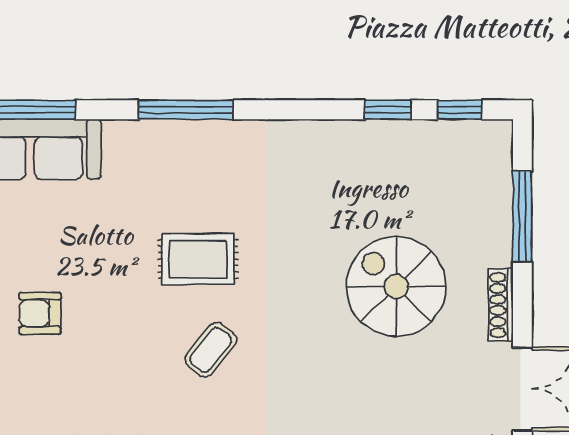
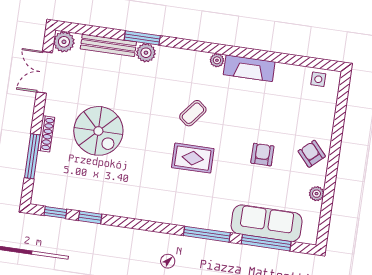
window: (186, 110) -> (207, 234), moved
shoe rack: (501, 305) -> (46, 134), moved
armchair: (40, 313) -> (262, 155), moved, turned -90

